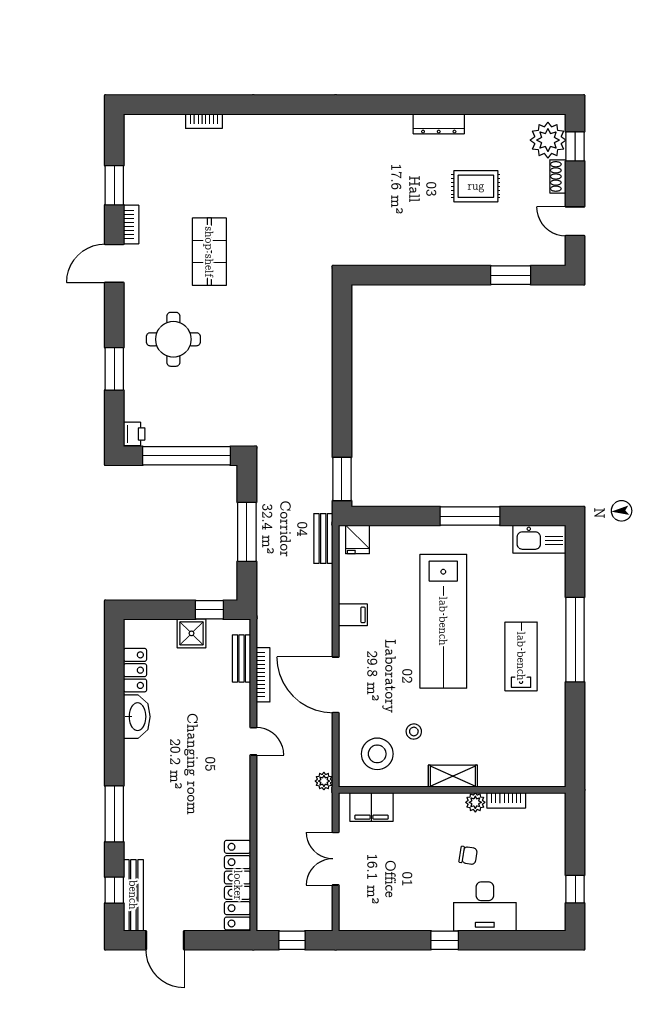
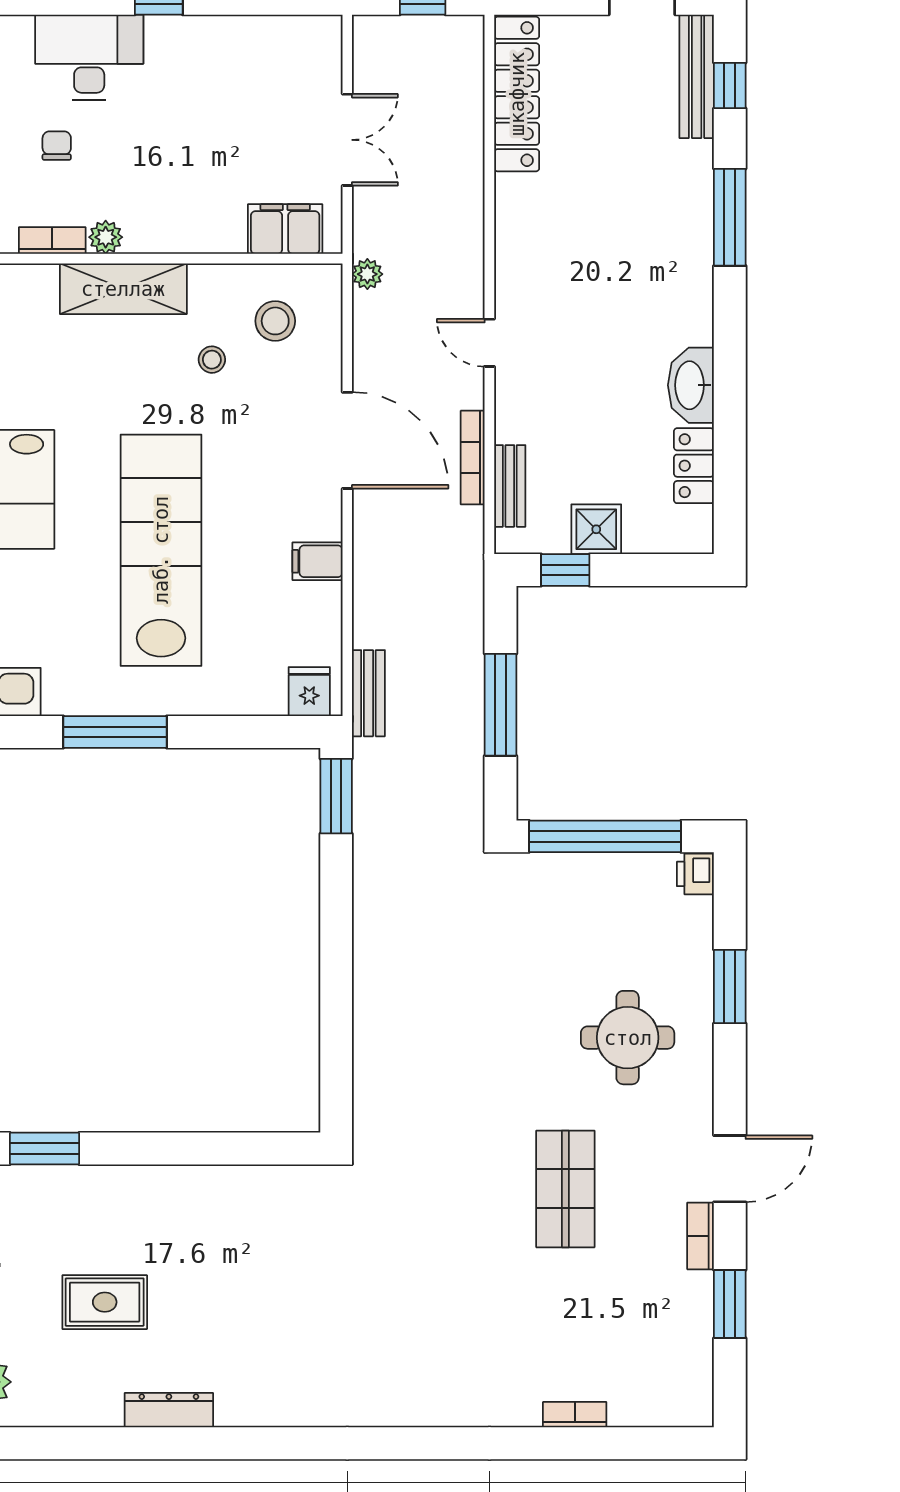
stool: (377, 754) -> (275, 321), width x0.73, depth x0.73
shelving: (453, 776) -> (123, 289), width x1.50, depth x1.33
chair: (468, 855) -> (57, 146), moved, turned 81

